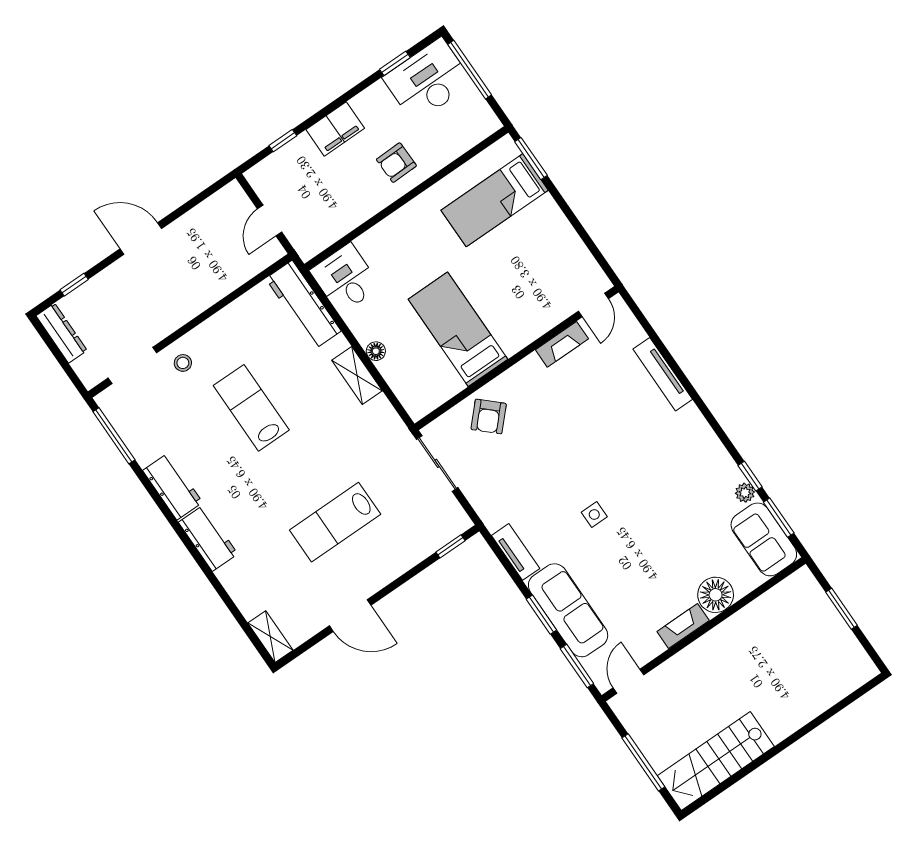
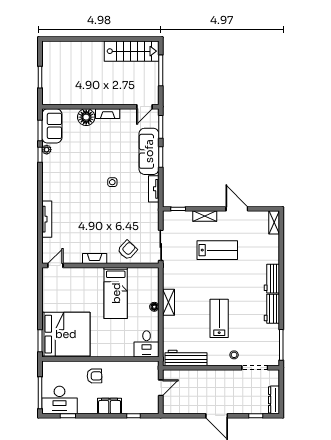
bed: (495, 200) -> (66, 334), width x2.04
workbench: (303, 305) -> (186, 358), moved, turned -90
fireplace: (562, 344) -> (95, 259), moved
lab bench: (251, 408) -> (219, 318), turned 180
shelving: (397, 565) -> (205, 216), added

